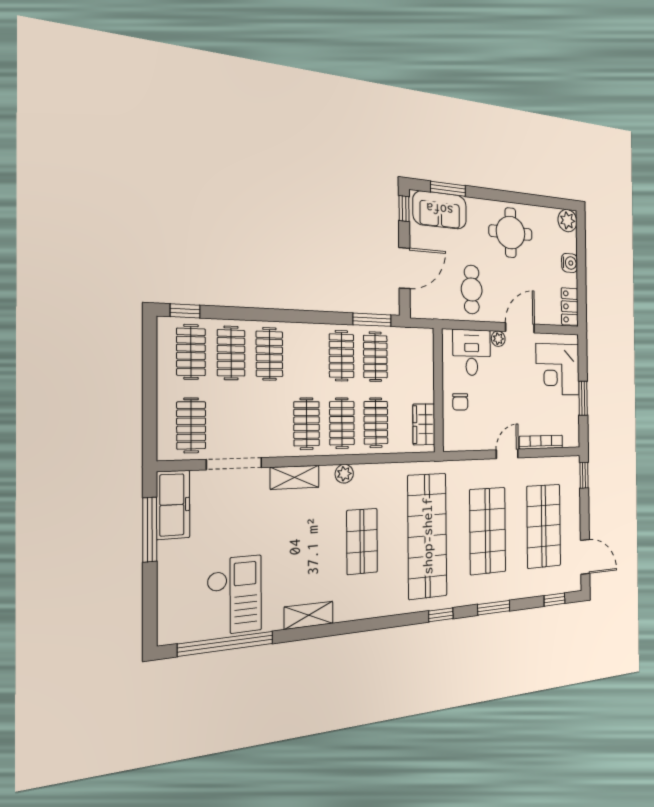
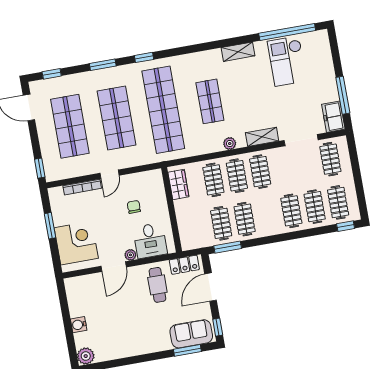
round table: (511, 233) -> (133, 334), removed
locker: (570, 307) -> (184, 265), moved, turned 90
chair: (460, 402) -> (134, 207), moved
freezer: (173, 505) -> (333, 117), width x0.71

